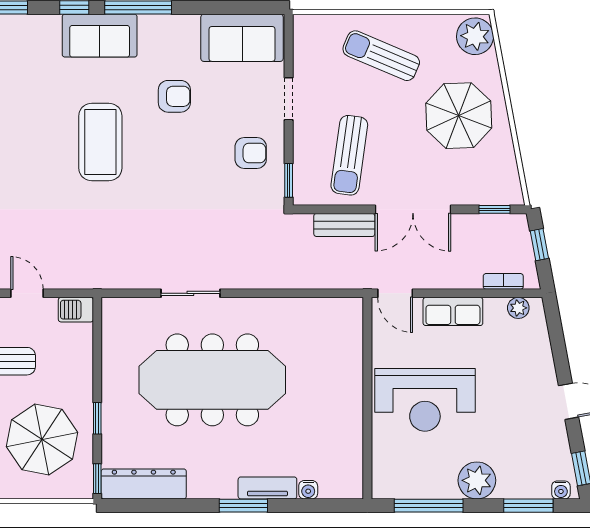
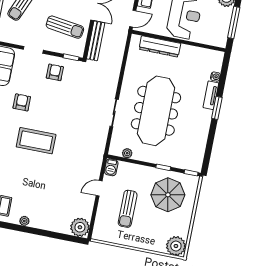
bench: (344, 225) -> (96, 41), width x1.36
plant: (112, 337) -> (127, 153), added
dresser: (144, 484) -> (160, 46), moved, turned -90

